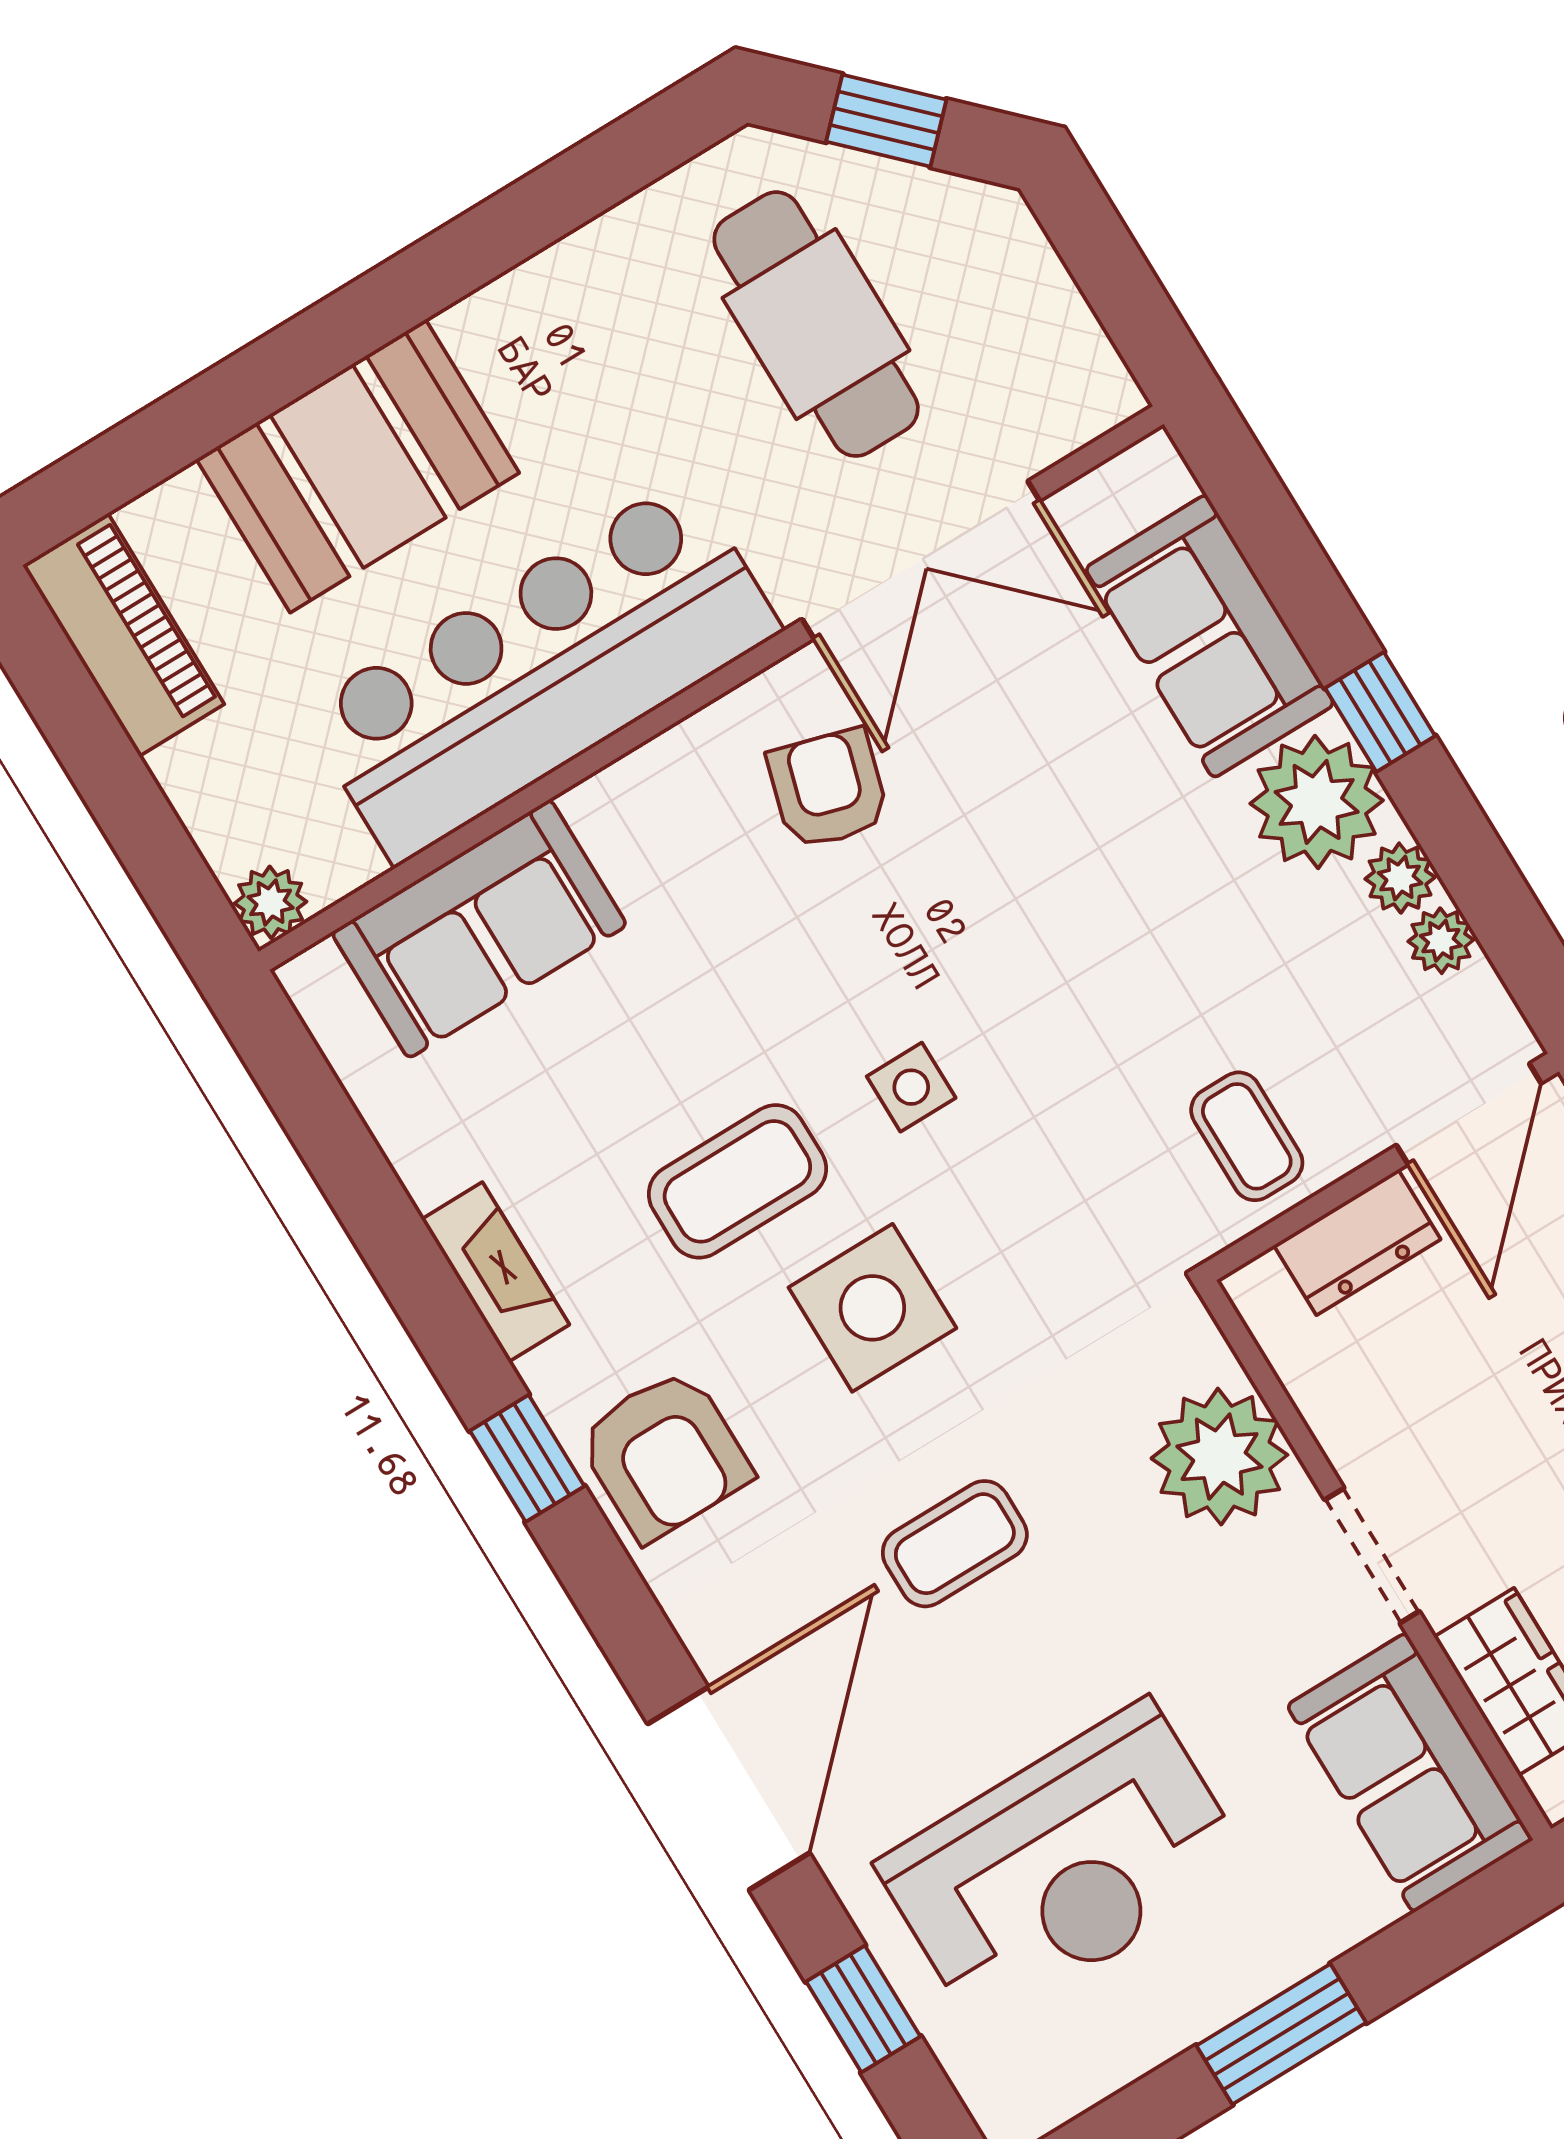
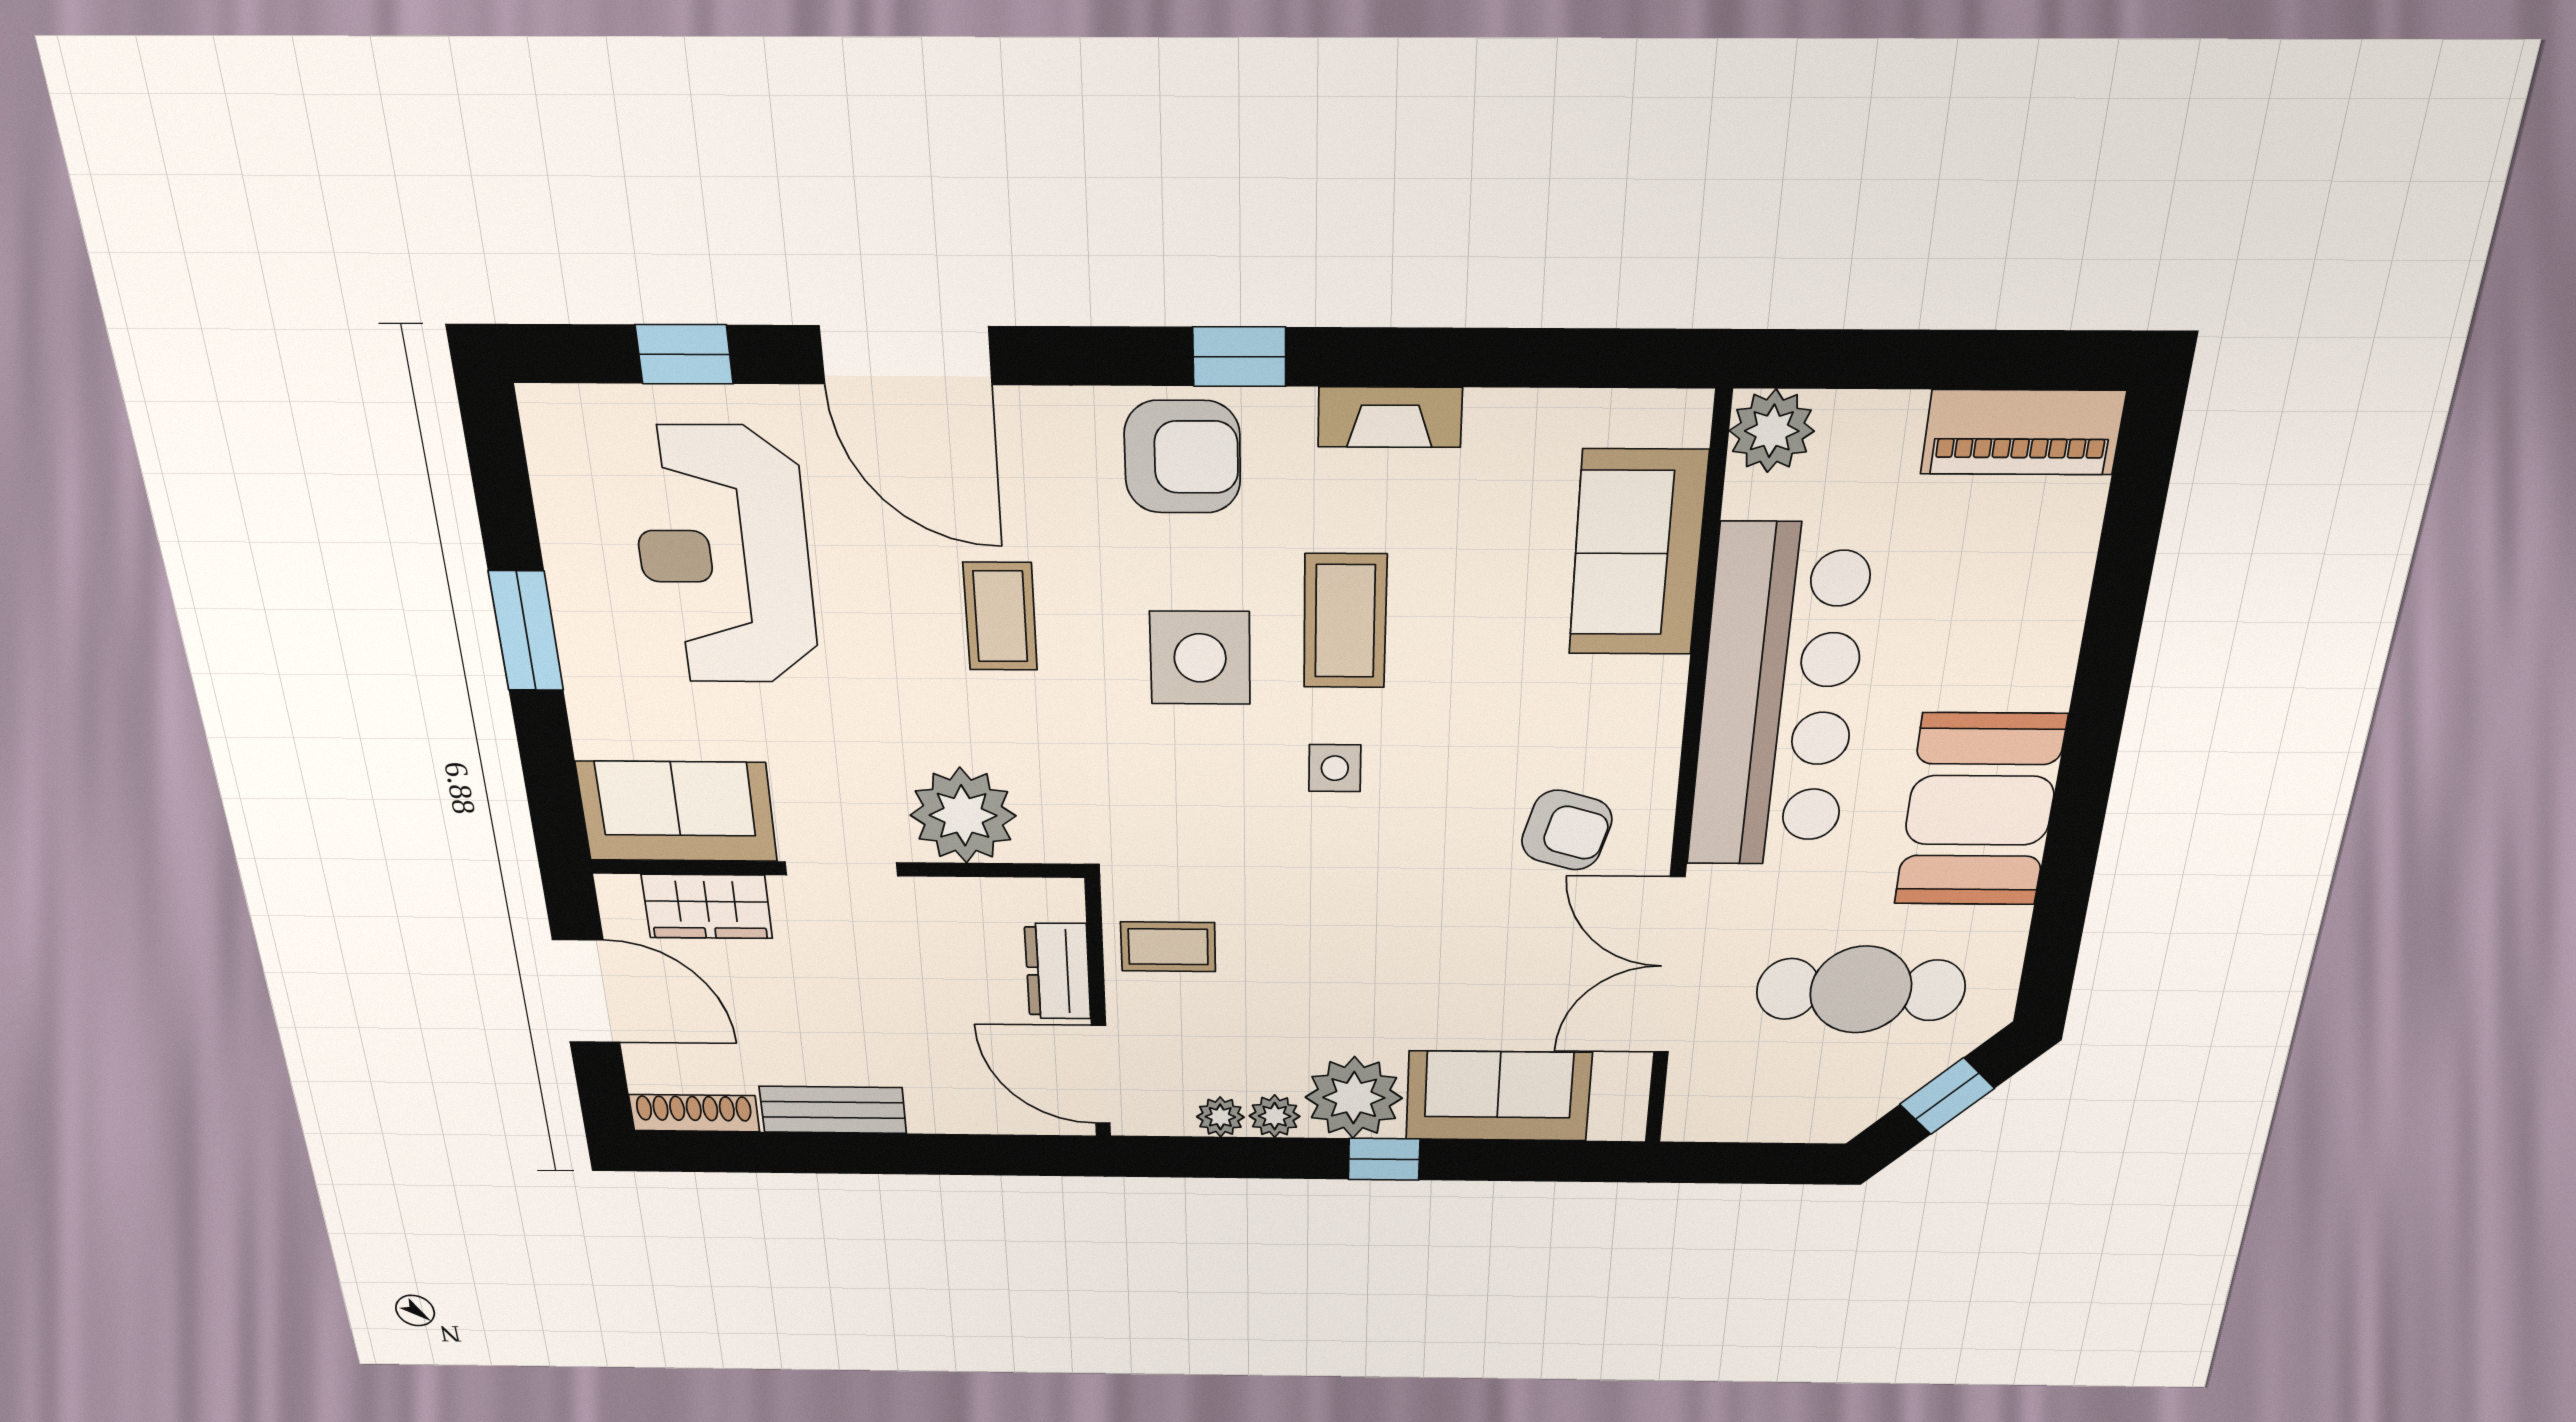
booth: (358, 466) -> (1980, 810), moved
plant: (271, 902) -> (1772, 431), width x1.38, depth x1.38
armchair: (664, 1455) -> (1182, 457), turned 180

